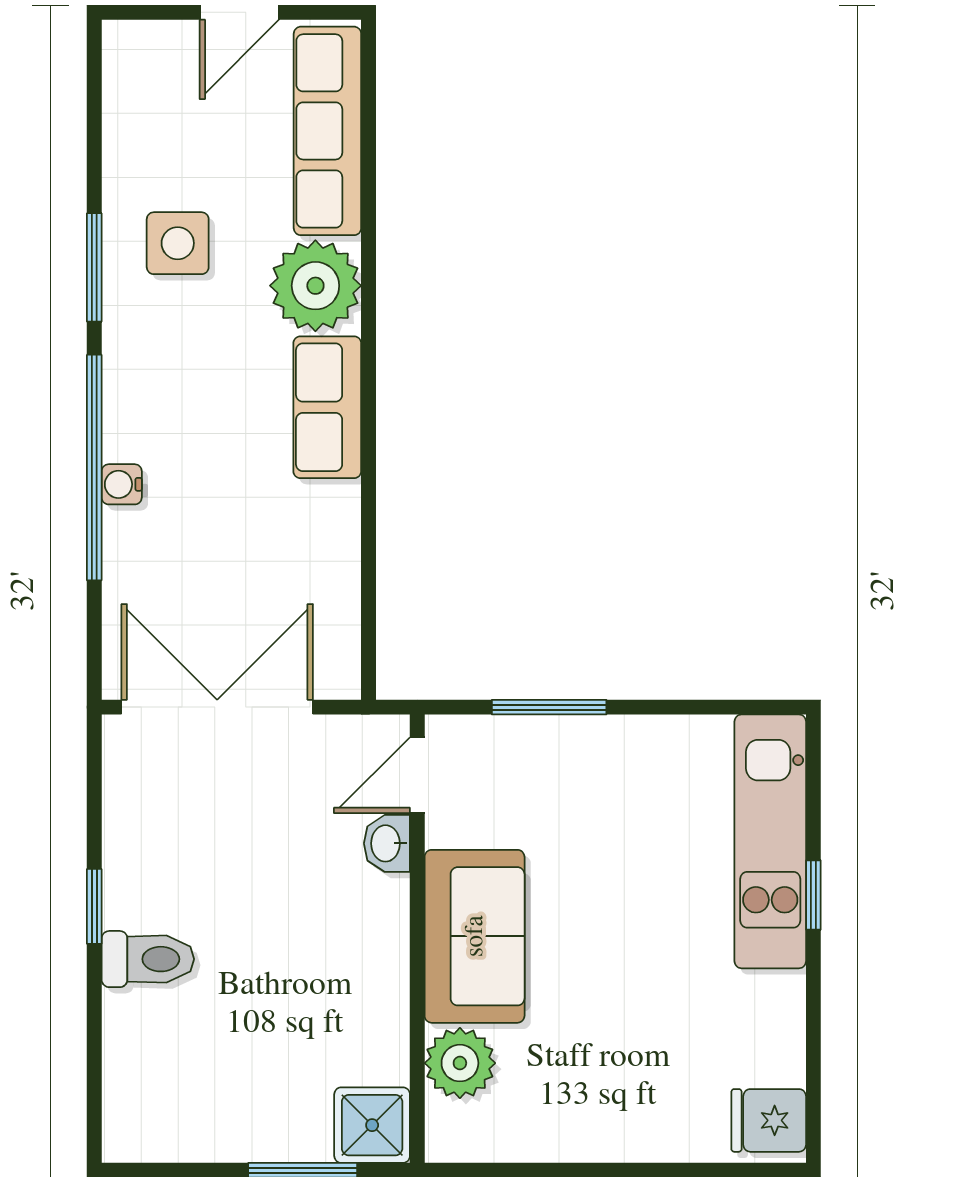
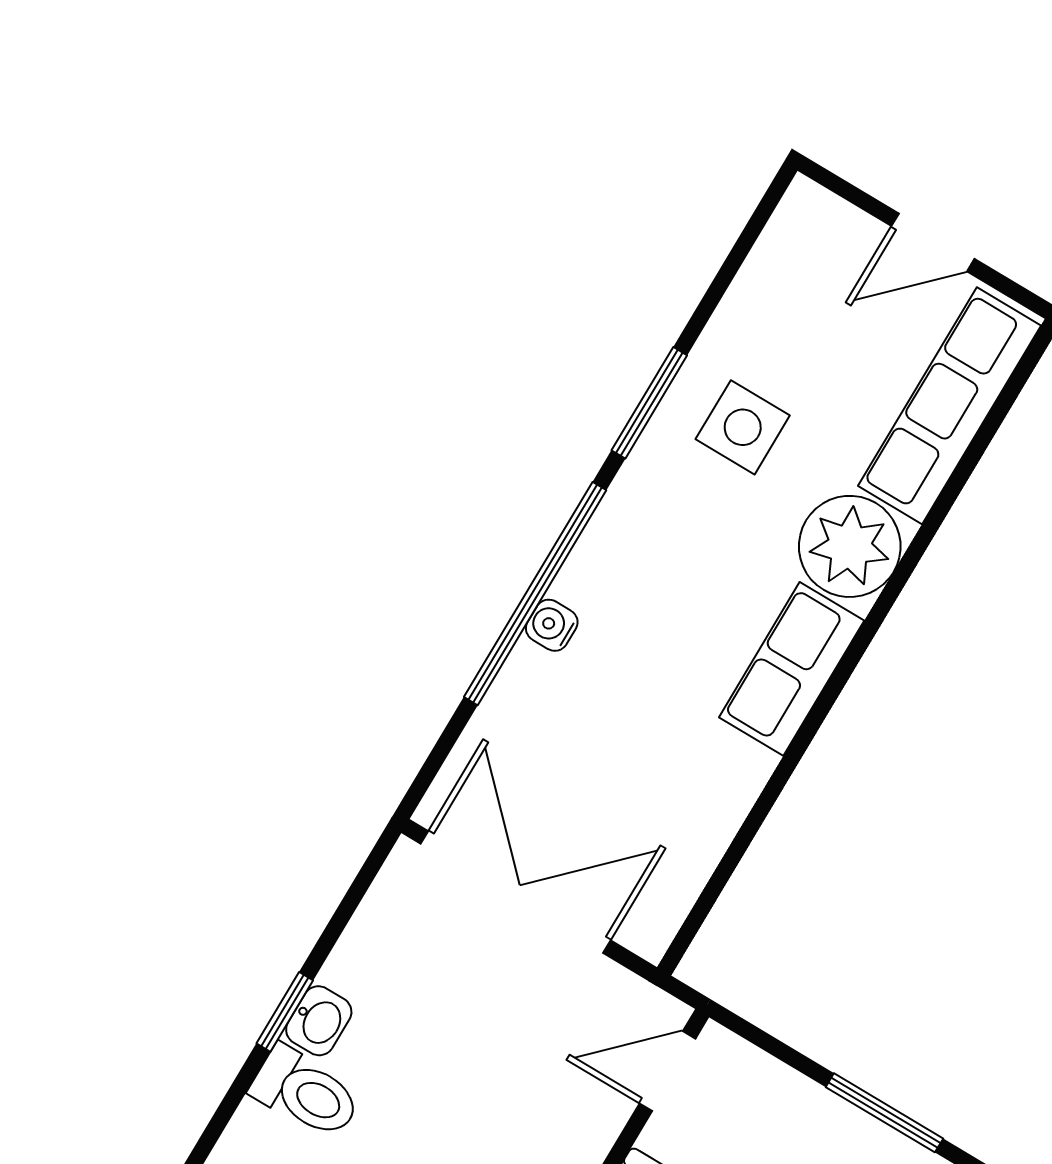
window: (549, 707) -> (884, 1113), moved
washbasin: (387, 843) -> (319, 1021), moved, turned 180

